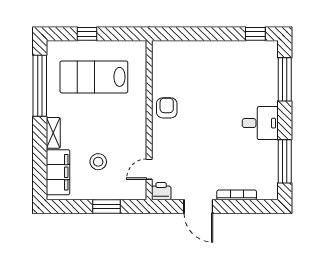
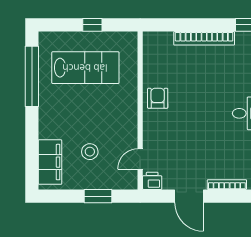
window: (87, 34) -> (92, 25), moved
bookcase: (214, 47) -> (204, 38), added
lab bench: (94, 77) -> (85, 68), turned 180
shelving: (53, 133) -> (45, 123), removed

